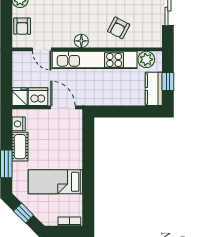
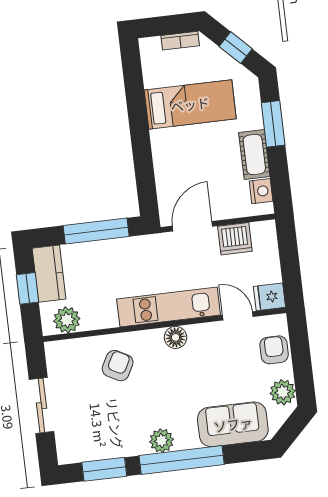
kitchen unit: (95, 60) -> (169, 307), width x0.73
fridge: (20, 97) -> (269, 297), moved, turned 90
door: (63, 107) -> (192, 226), swing flipped
window: (122, 111) -> (96, 231), added
bookcase: (69, 221) -> (180, 41), moved

